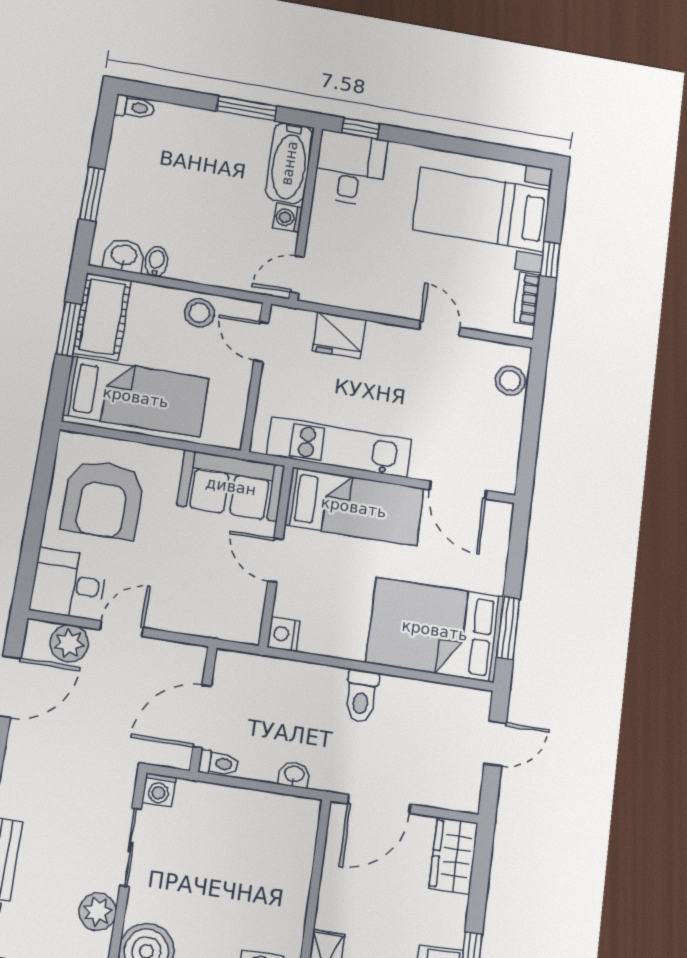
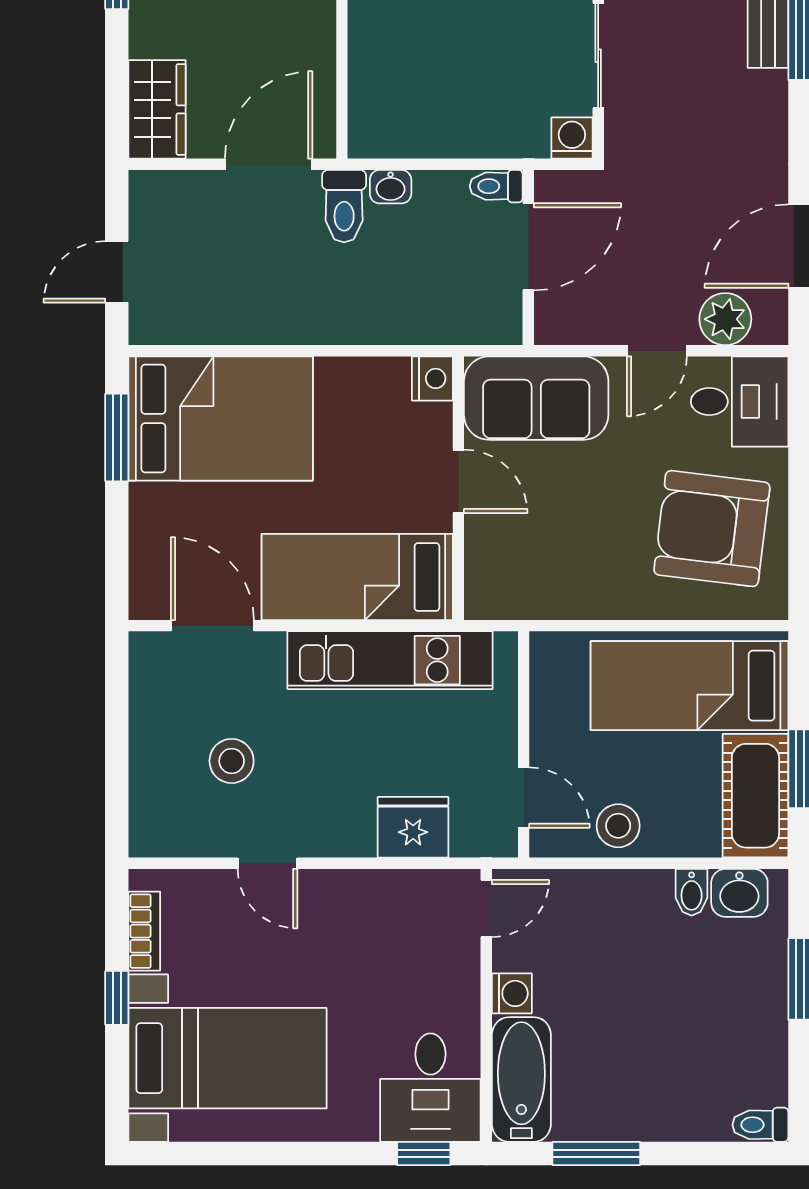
stool: (510, 381) -> (232, 761), moved
sofa: (231, 486) -> (536, 398), moved, turned 180
armchair: (103, 500) -> (712, 529), turned -83
toilet: (361, 696) -> (344, 206), moved, turned 180

